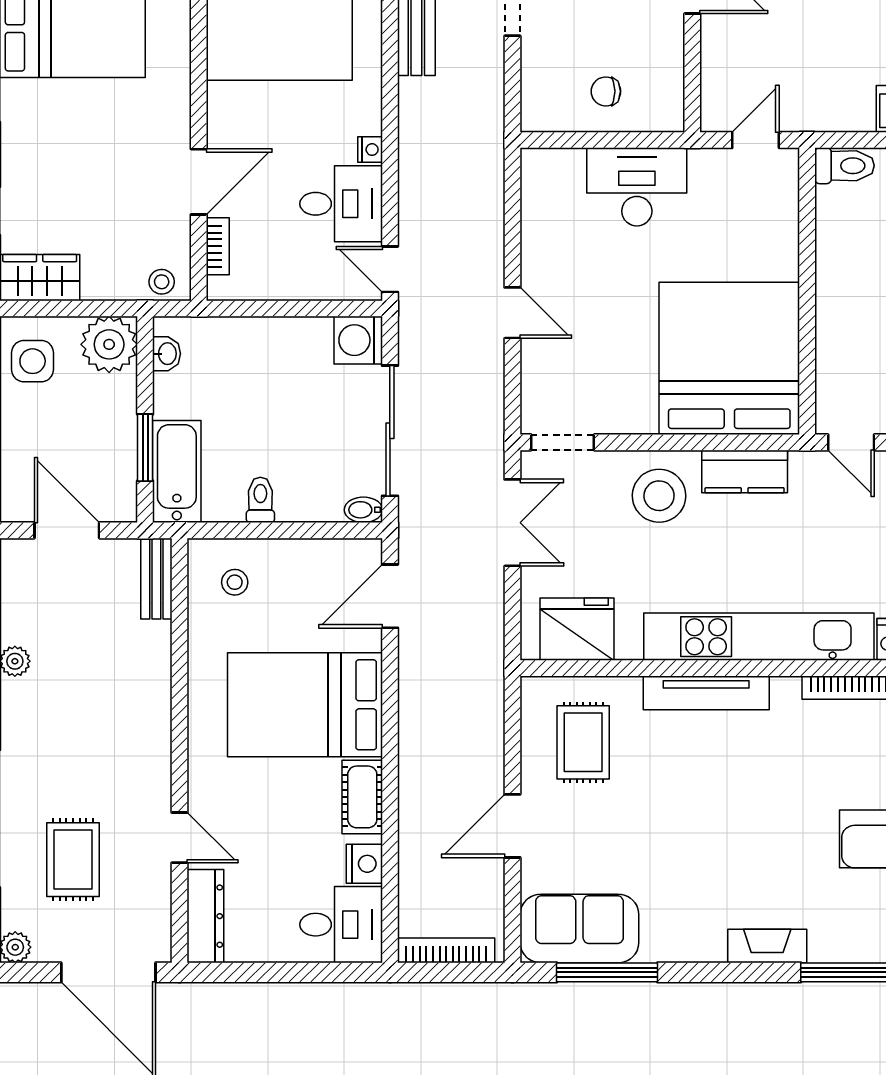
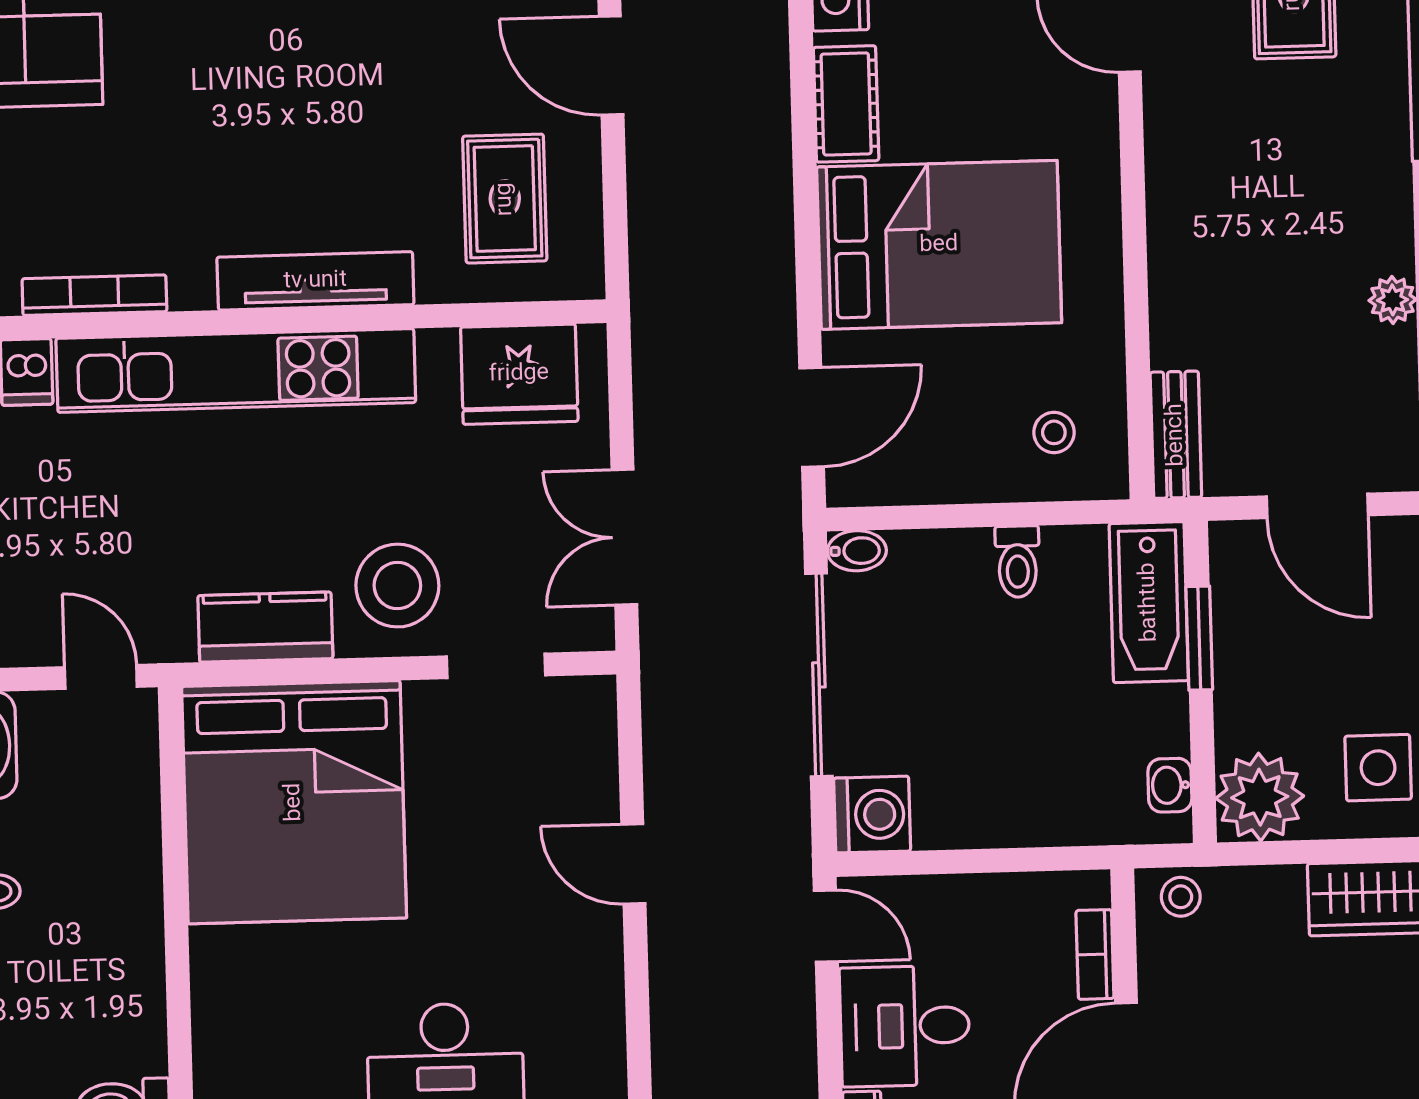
doorway: (563, 442) -> (496, 666), moved
door: (512, 826) -> (611, 65), swing flipped

